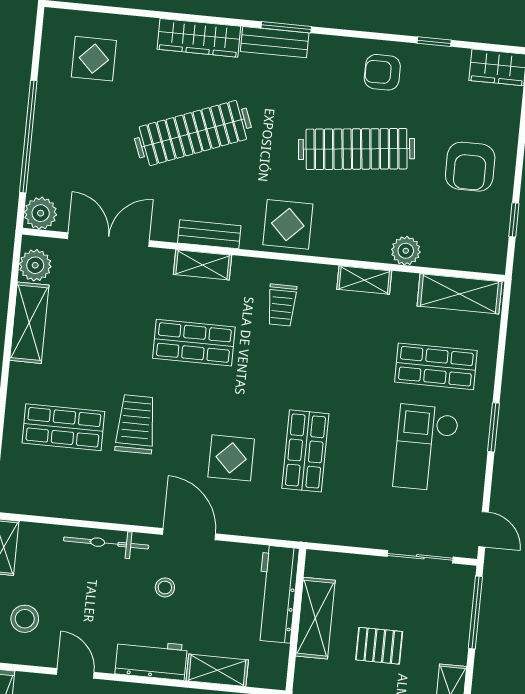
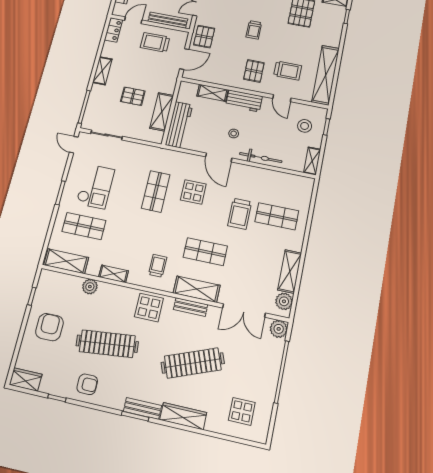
shelving: (202, 265) -> (197, 289), width x1.50, depth x1.33

